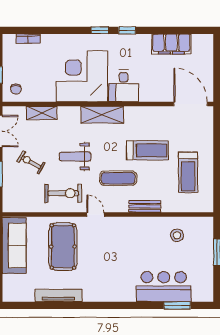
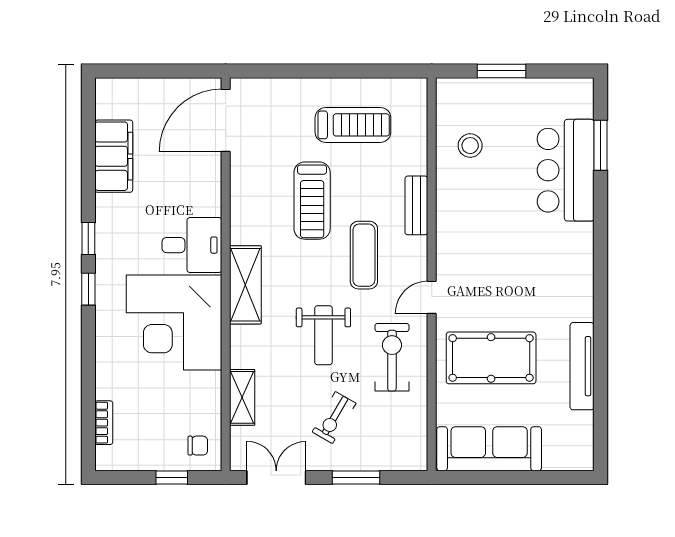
treadmill: (147, 150) -> (312, 201), turned 180

